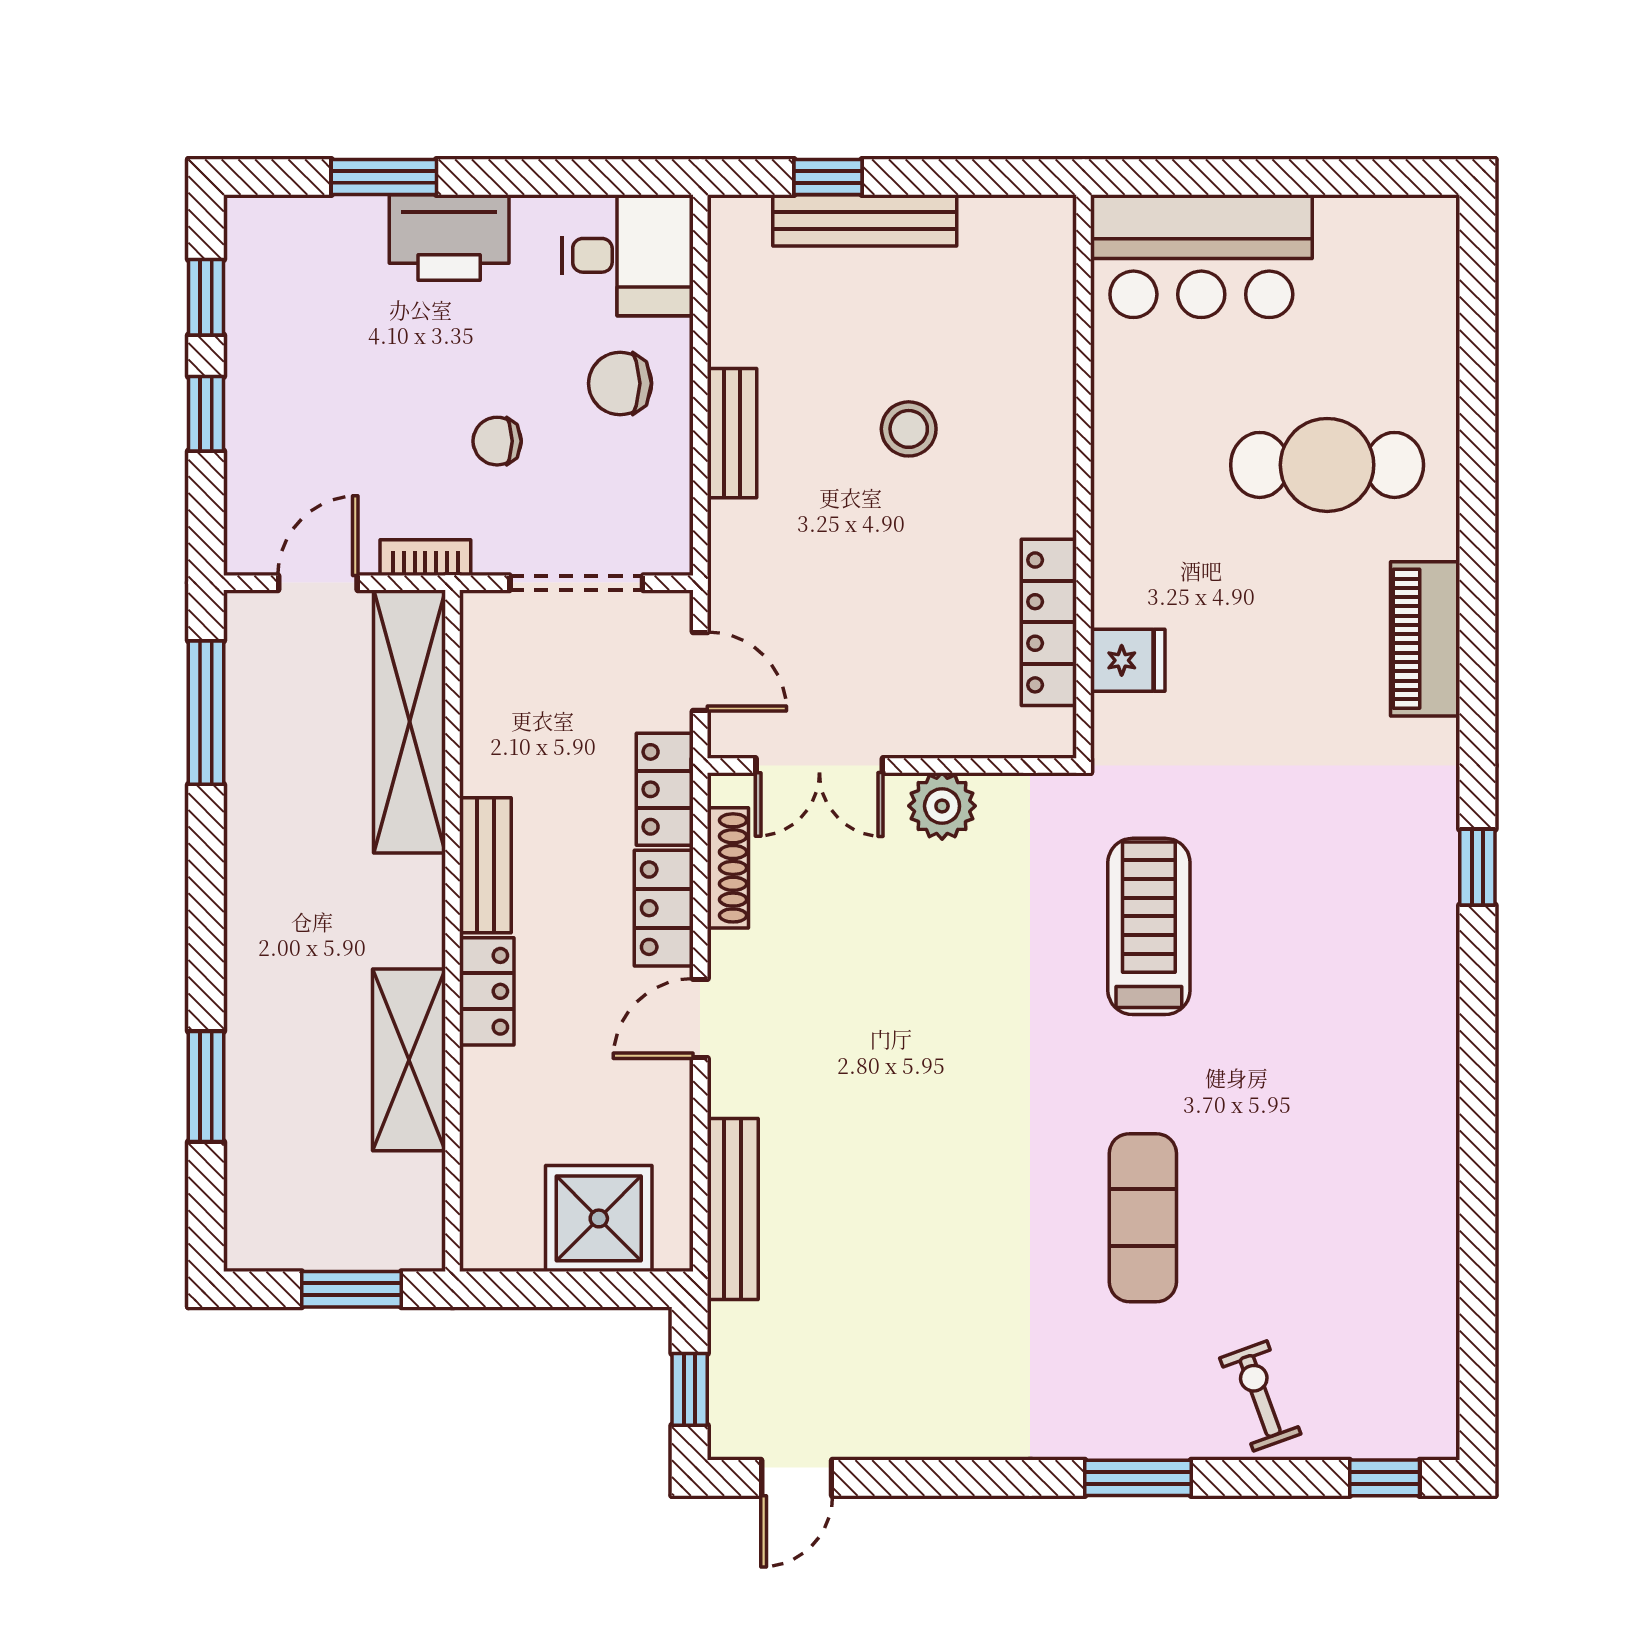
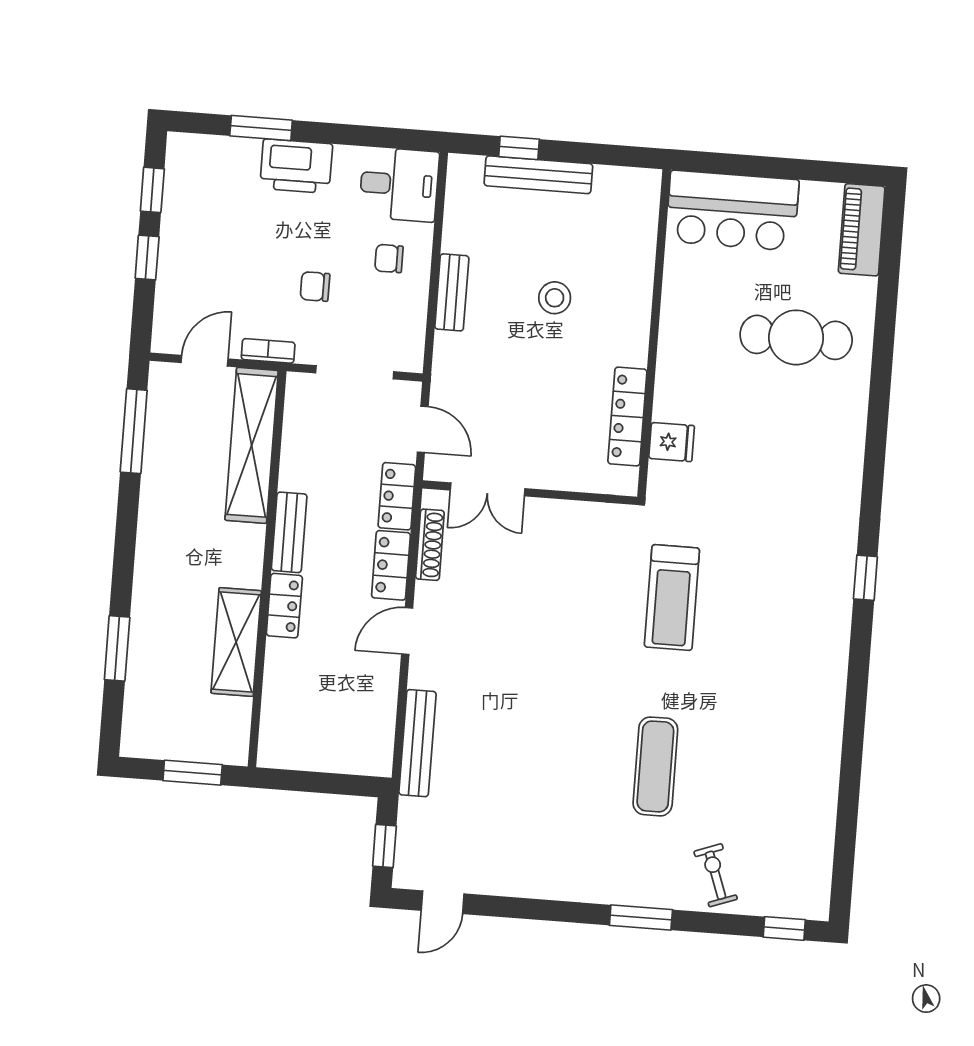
chair: (620, 383) -> (389, 258), width x0.73, depth x0.73
piano: (1425, 639) -> (862, 230), moved
plant: (942, 806) -> (557, 518), removed
treadmill: (1149, 926) -> (672, 598), turned 180
shower: (599, 1218) -> (339, 743), removed

